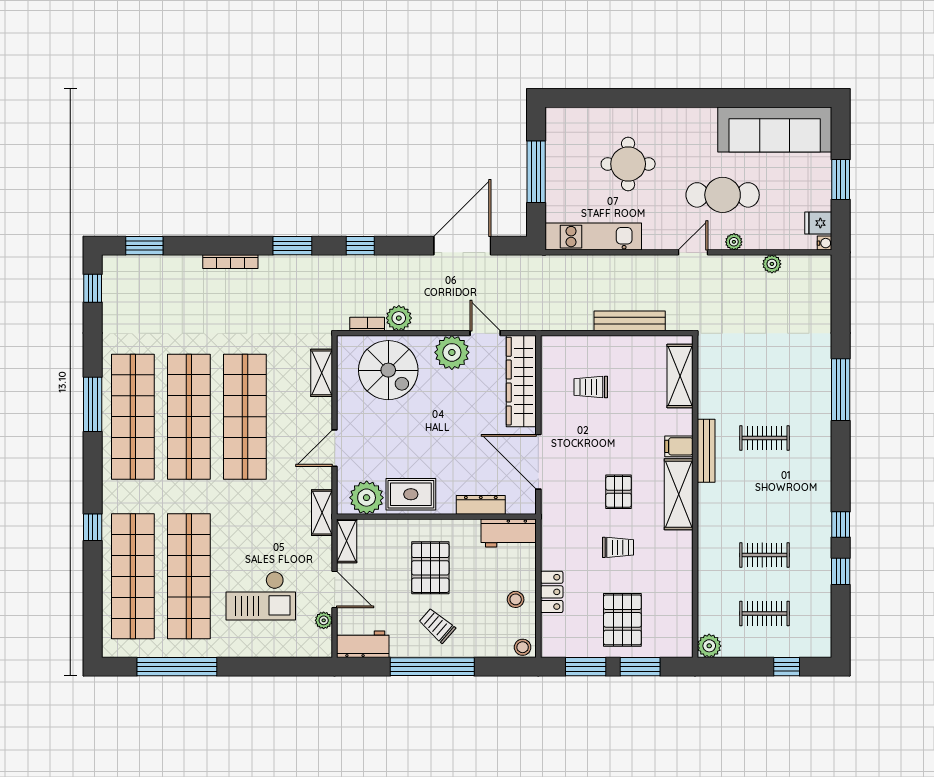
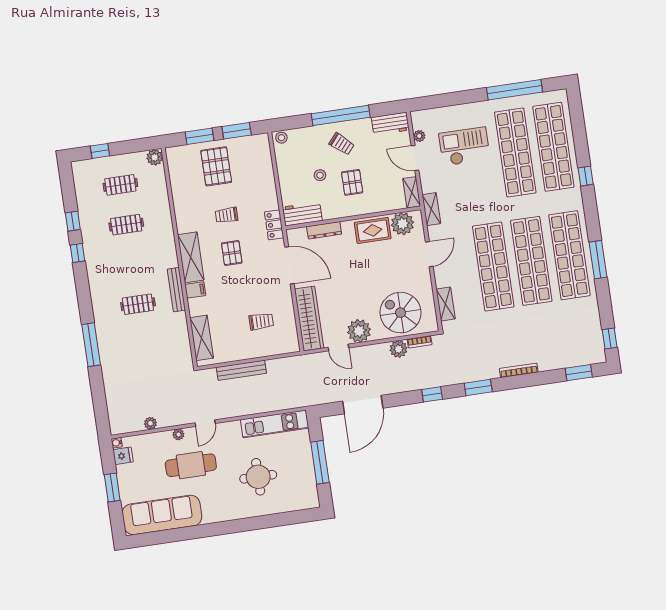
pallet: (430, 568) -> (352, 182), width x0.67, depth x0.71
locker: (552, 592) -> (274, 225), moved
stool: (516, 599) -> (320, 175), moved

